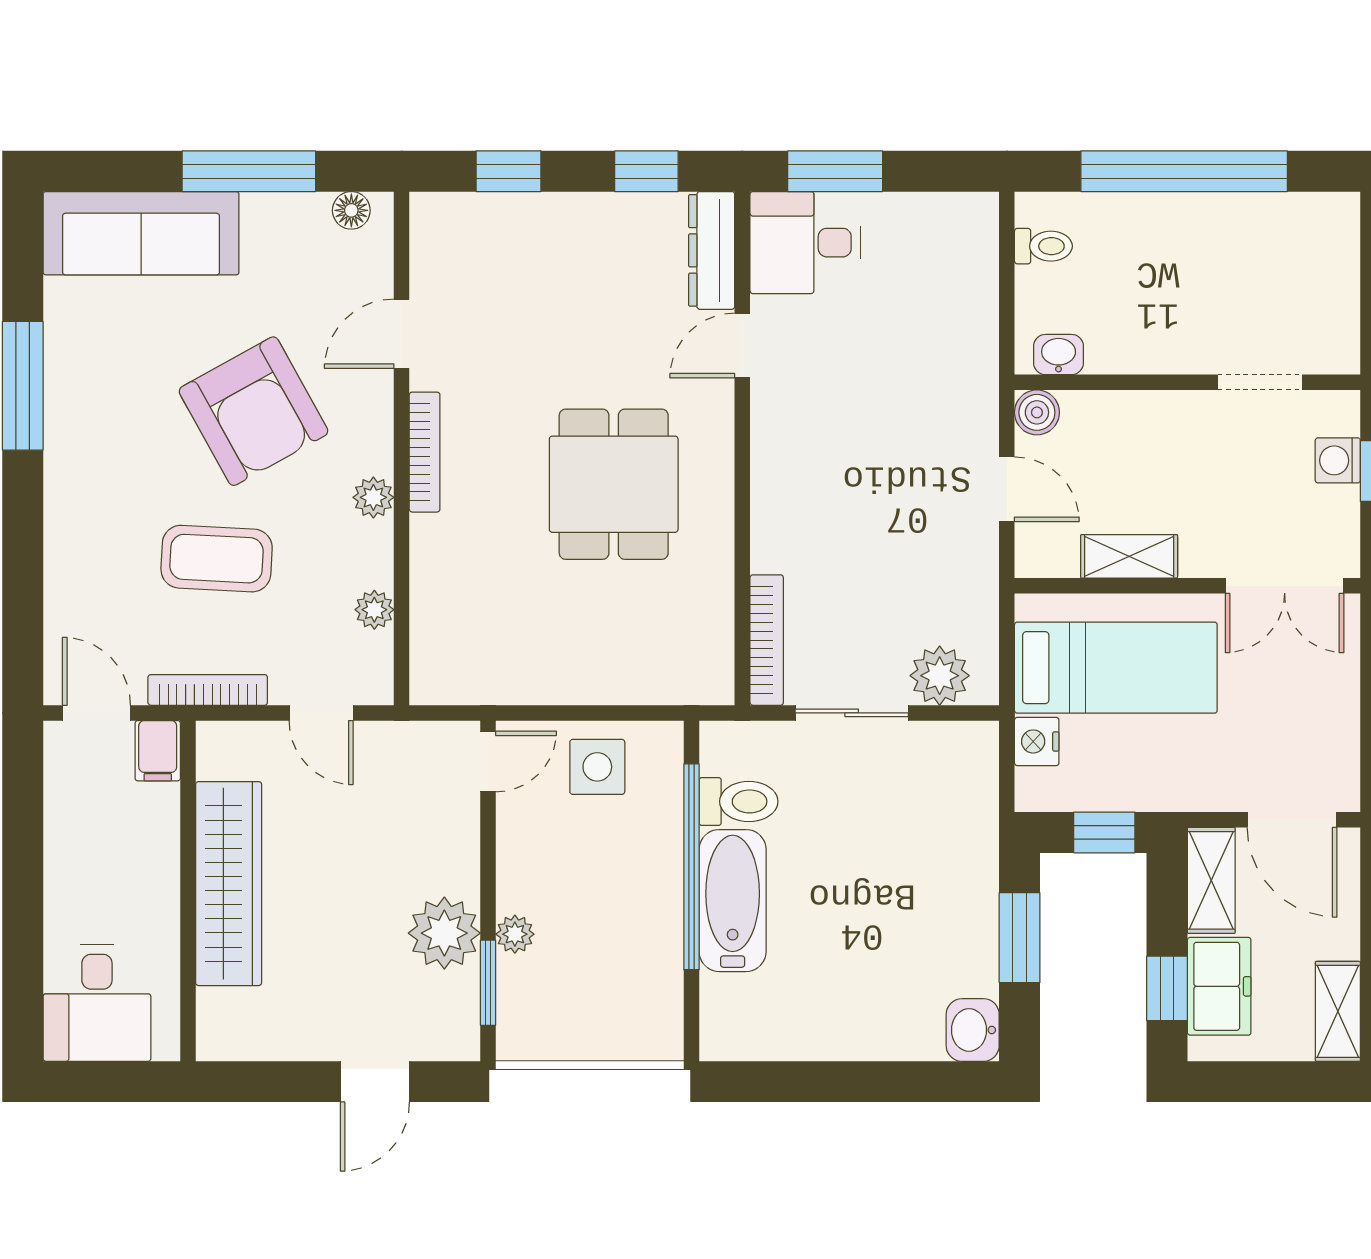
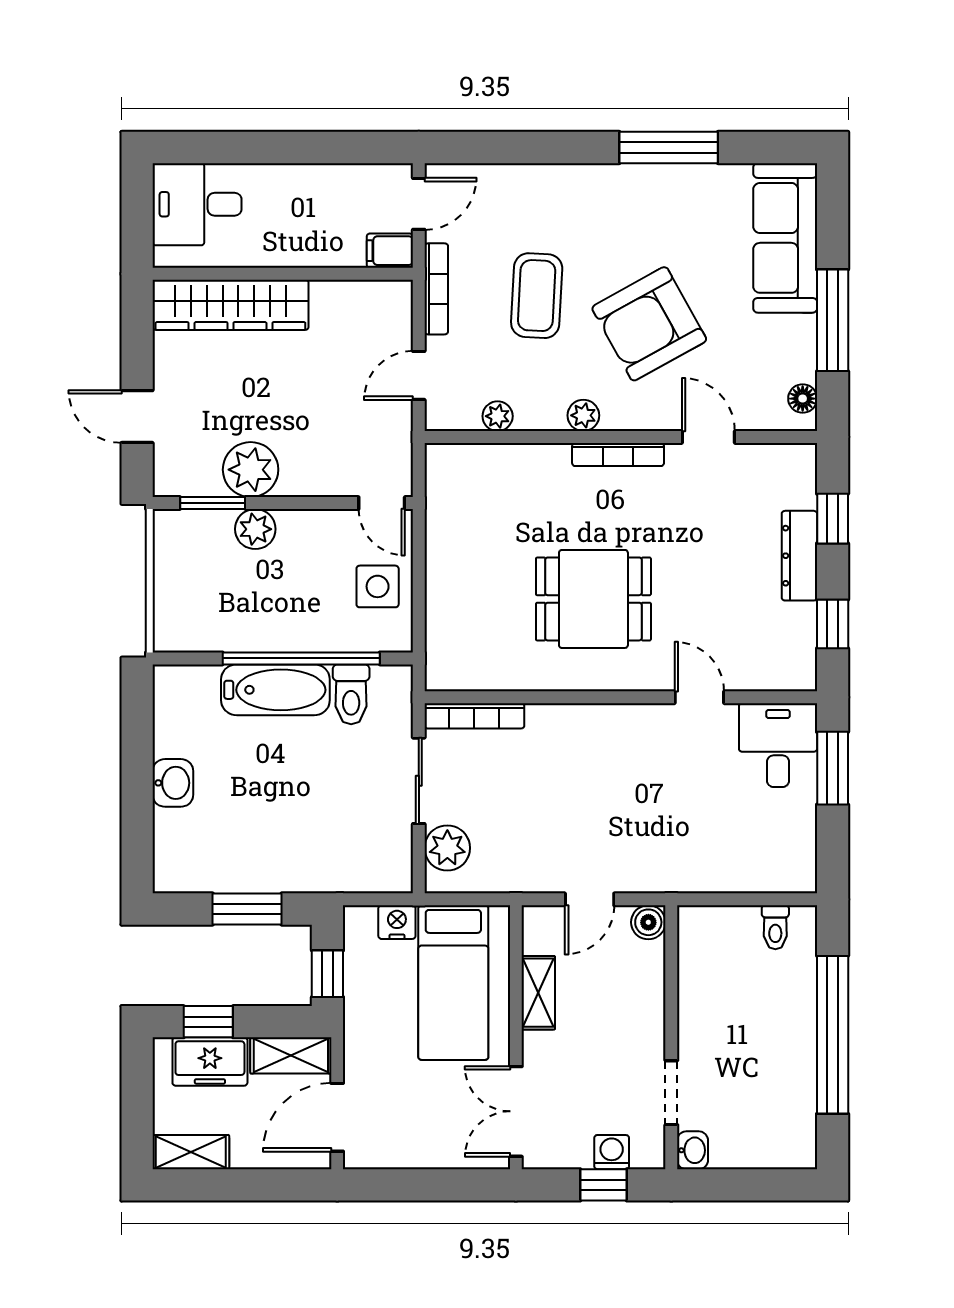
dresser: (712, 250) -> (799, 556), moved, turned -90
washbasin: (1059, 355) -> (693, 1150), moved
wardrobe: (229, 884) -> (230, 305), moved
plant: (515, 934) -> (255, 529), width x1.38, depth x1.38
washbasin: (973, 1030) -> (173, 783), moved, turned 90

